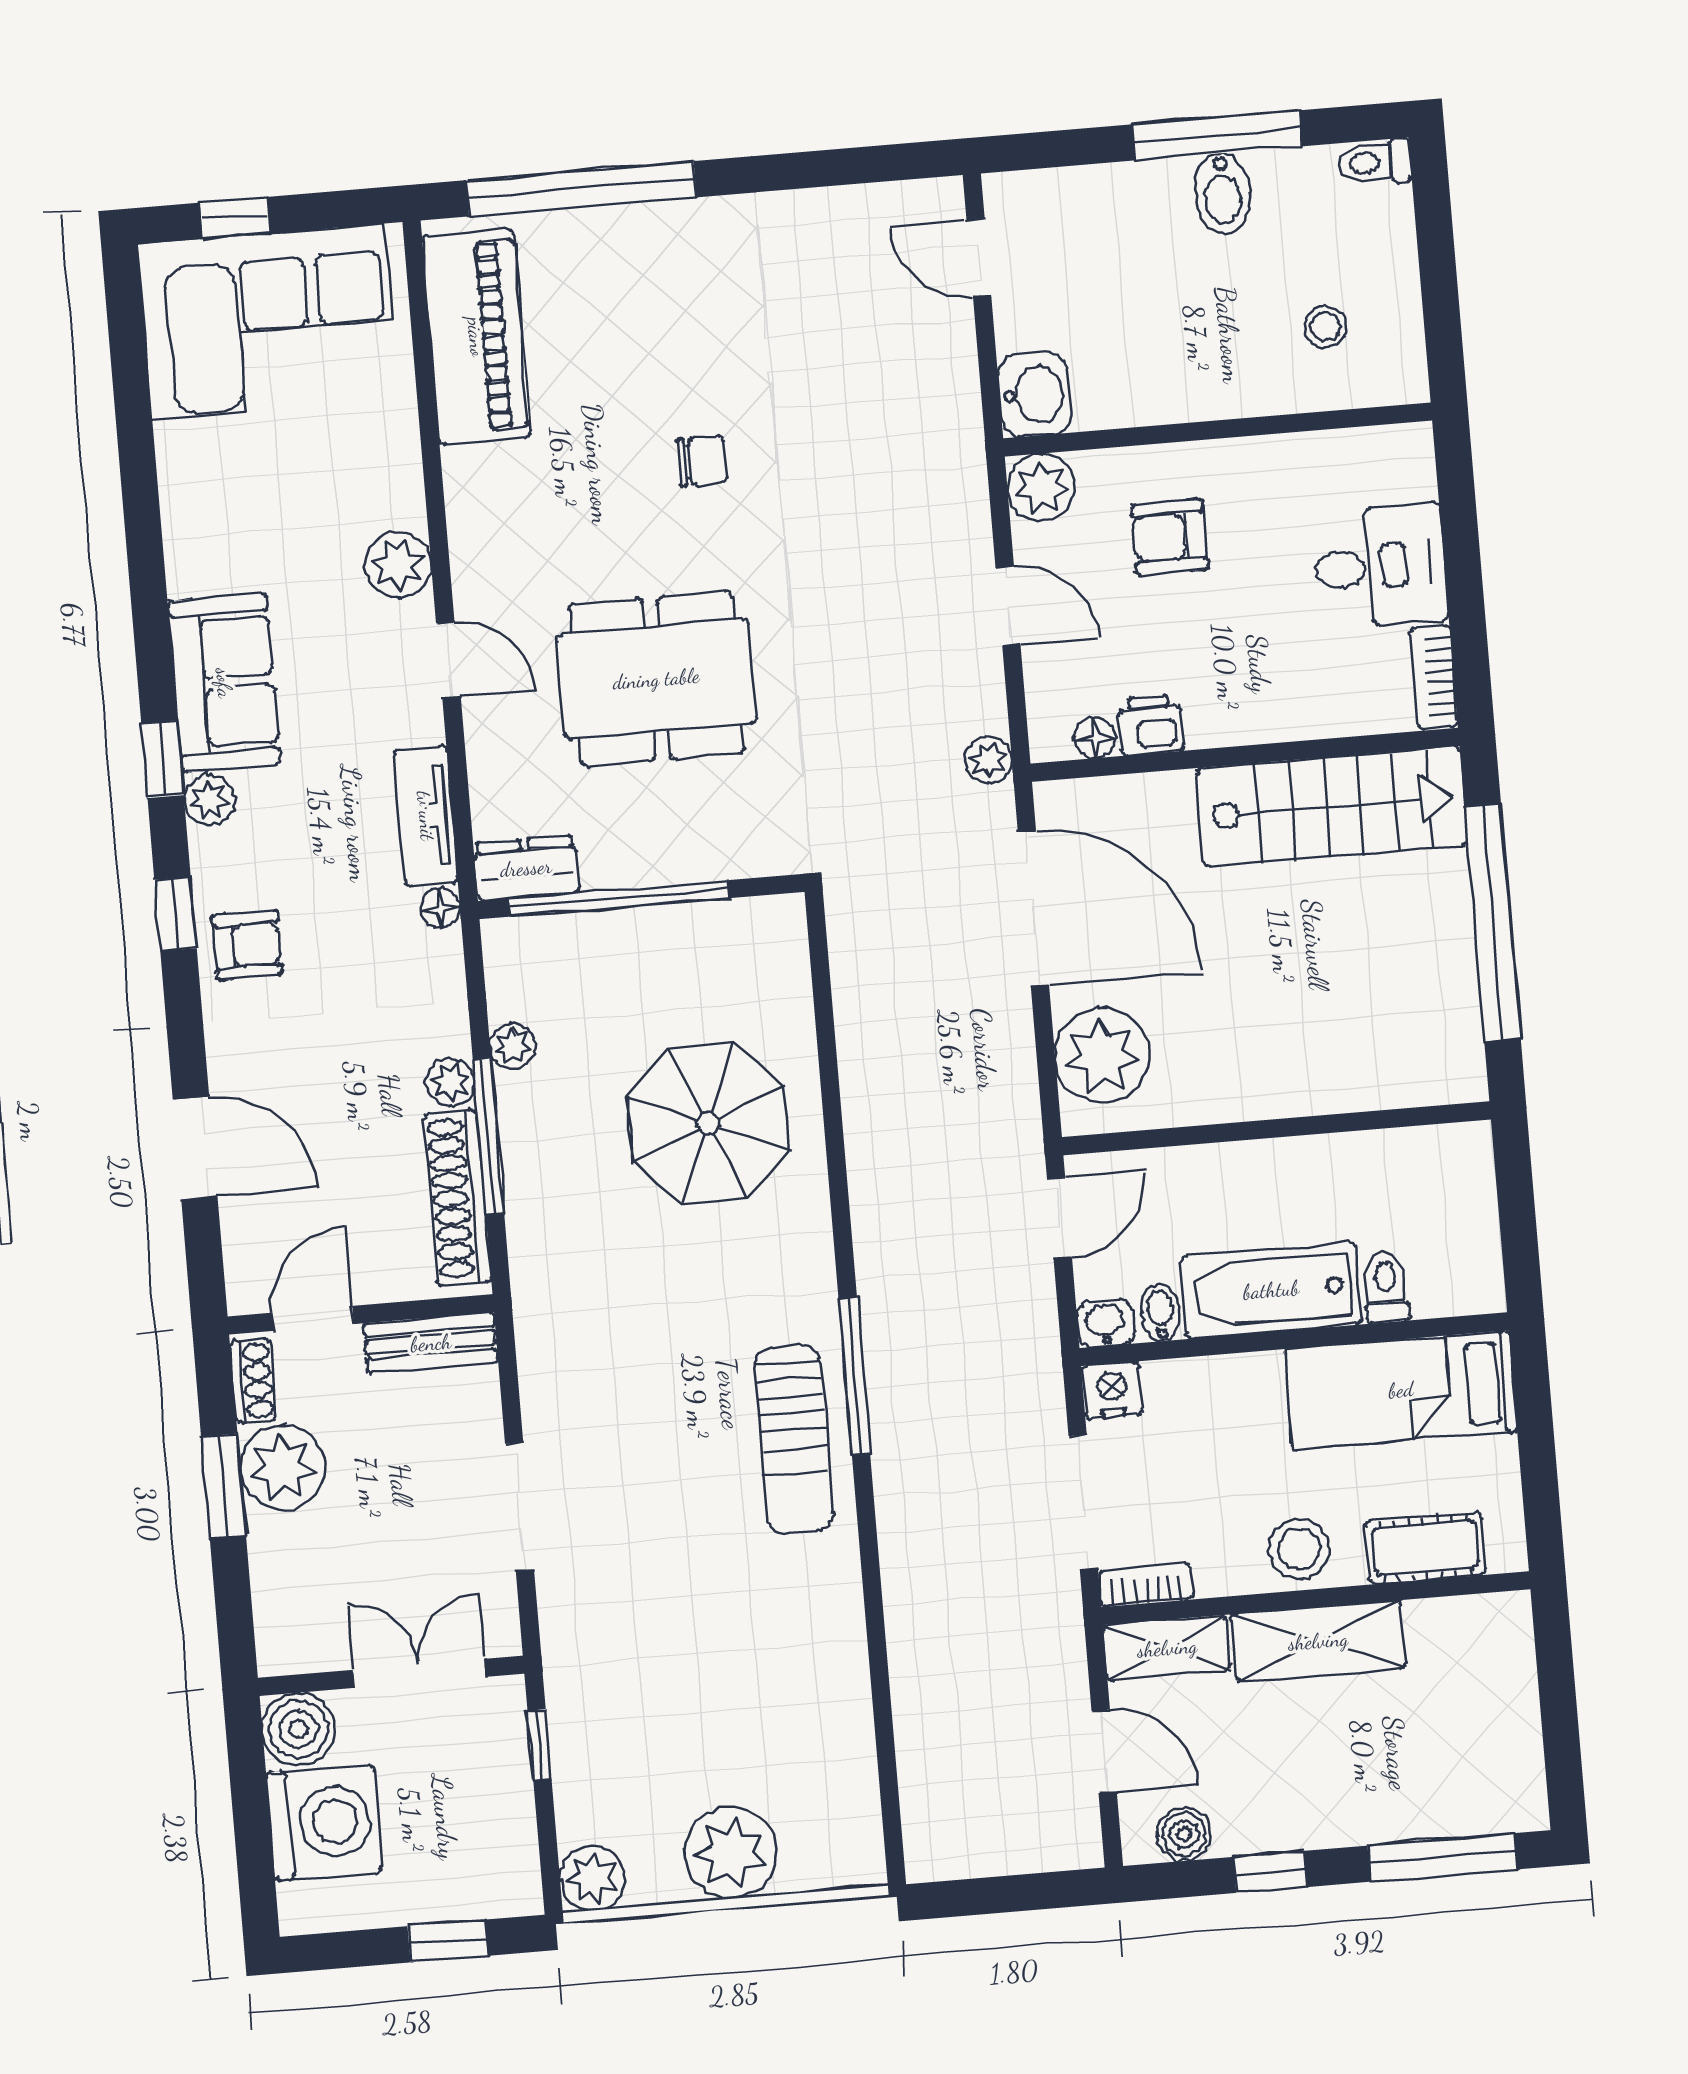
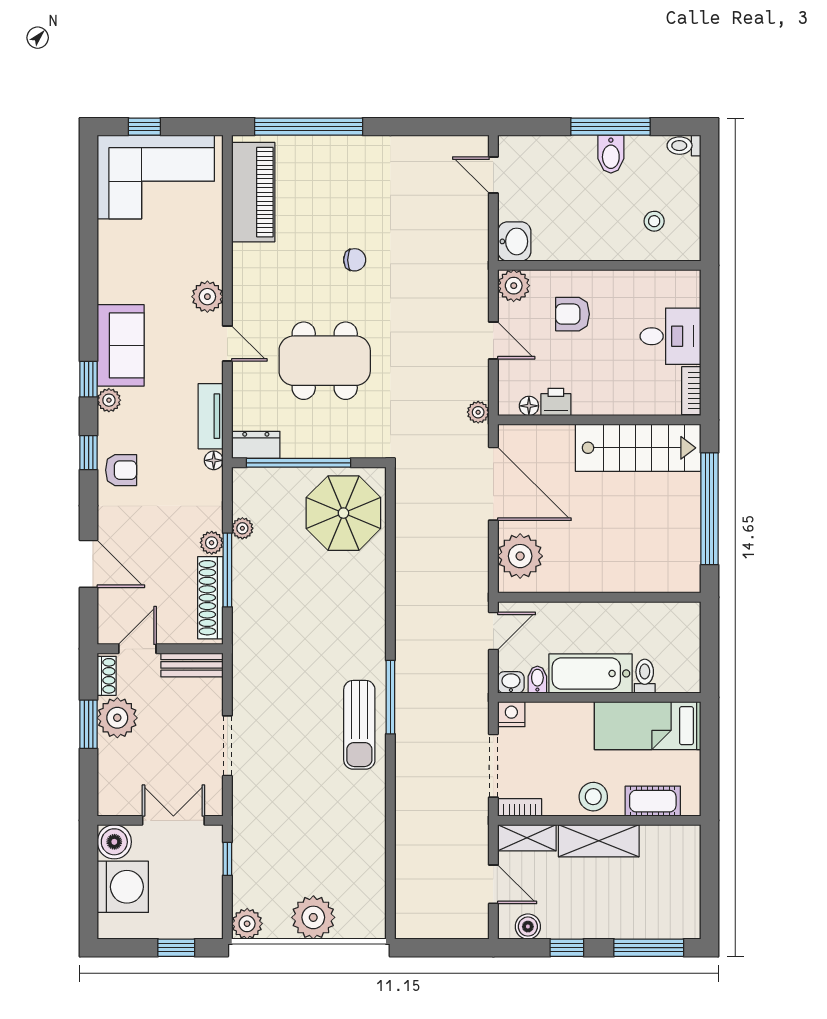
parasol: (708, 1123) -> (343, 513), moved

